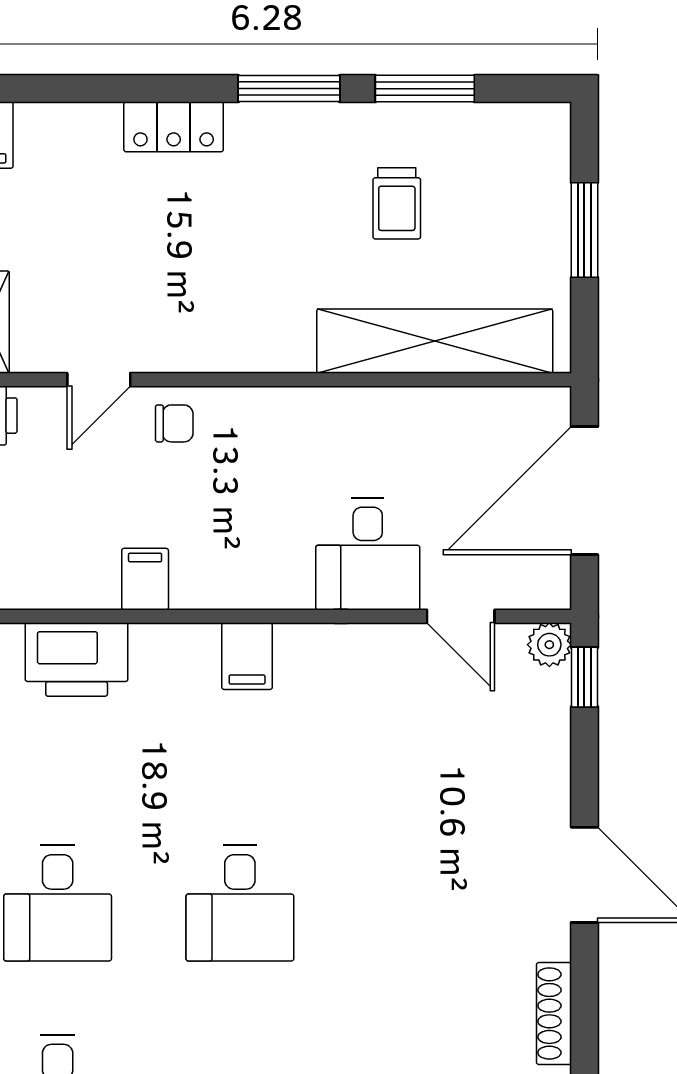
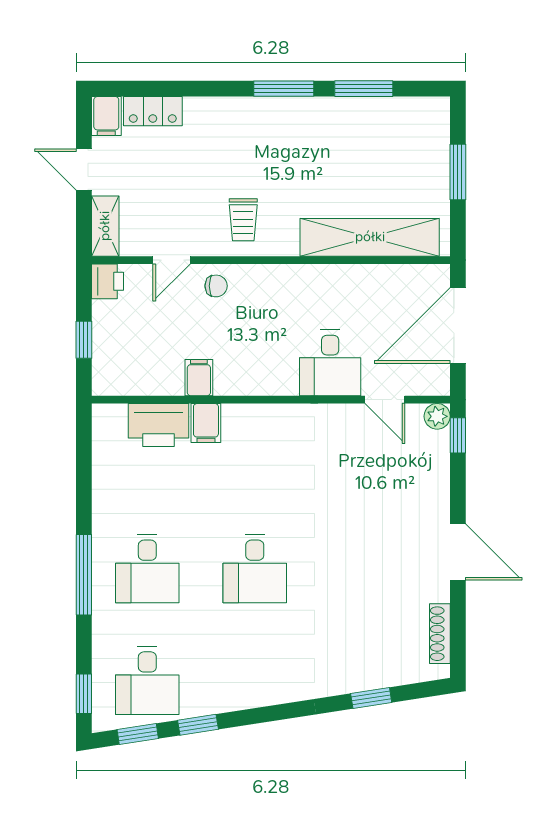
locker: (174, 127) -> (153, 111), moved
trolley: (397, 203) -> (243, 220), moved
filing cabinet: (247, 656) -> (206, 423), moved

